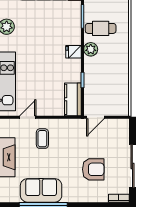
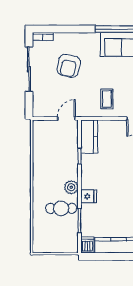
fridge: (74, 52) -> (89, 196), moved
coffee table: (42, 139) -> (107, 99), moved
armchair: (93, 169) -> (69, 66), turned -78

